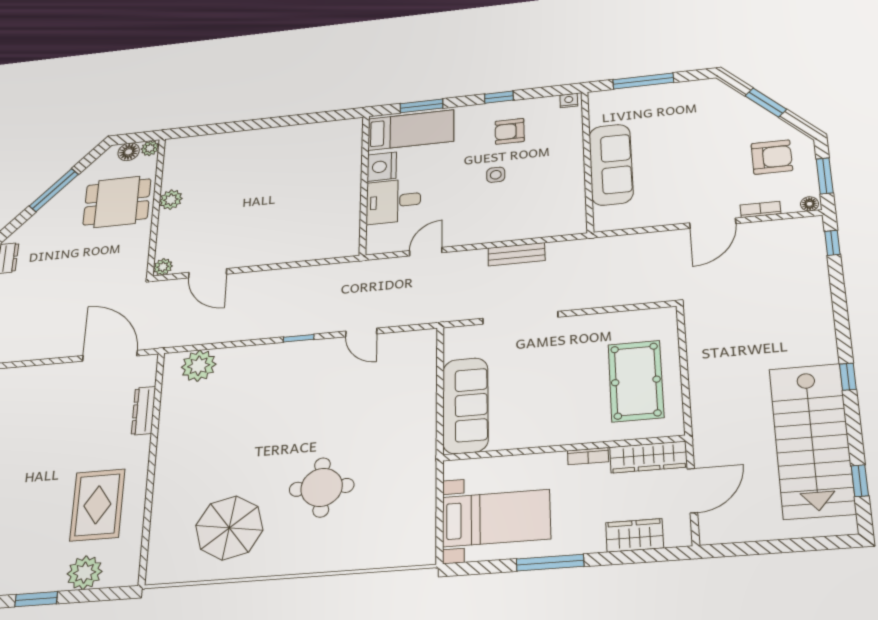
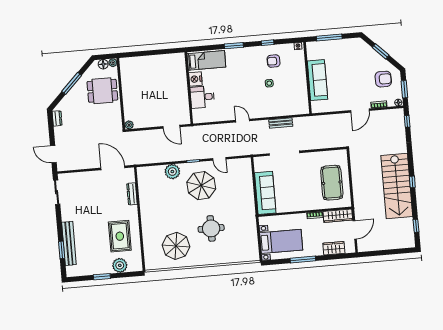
bed: (411, 130) -> (206, 60), moved
nightstand: (382, 167) -> (195, 79), moved
wall: (364, 185) -> (189, 88), moved
plant: (171, 200) -> (127, 91), removed
desk: (393, 201) -> (202, 97), moved
door: (426, 252) -> (243, 121), hinge flipped
door: (208, 273) -> (171, 127), moved
plant: (199, 366) -> (172, 172), moved
parasol: (310, 391) -> (201, 186), added
stairs: (812, 440) -> (397, 186), moved

